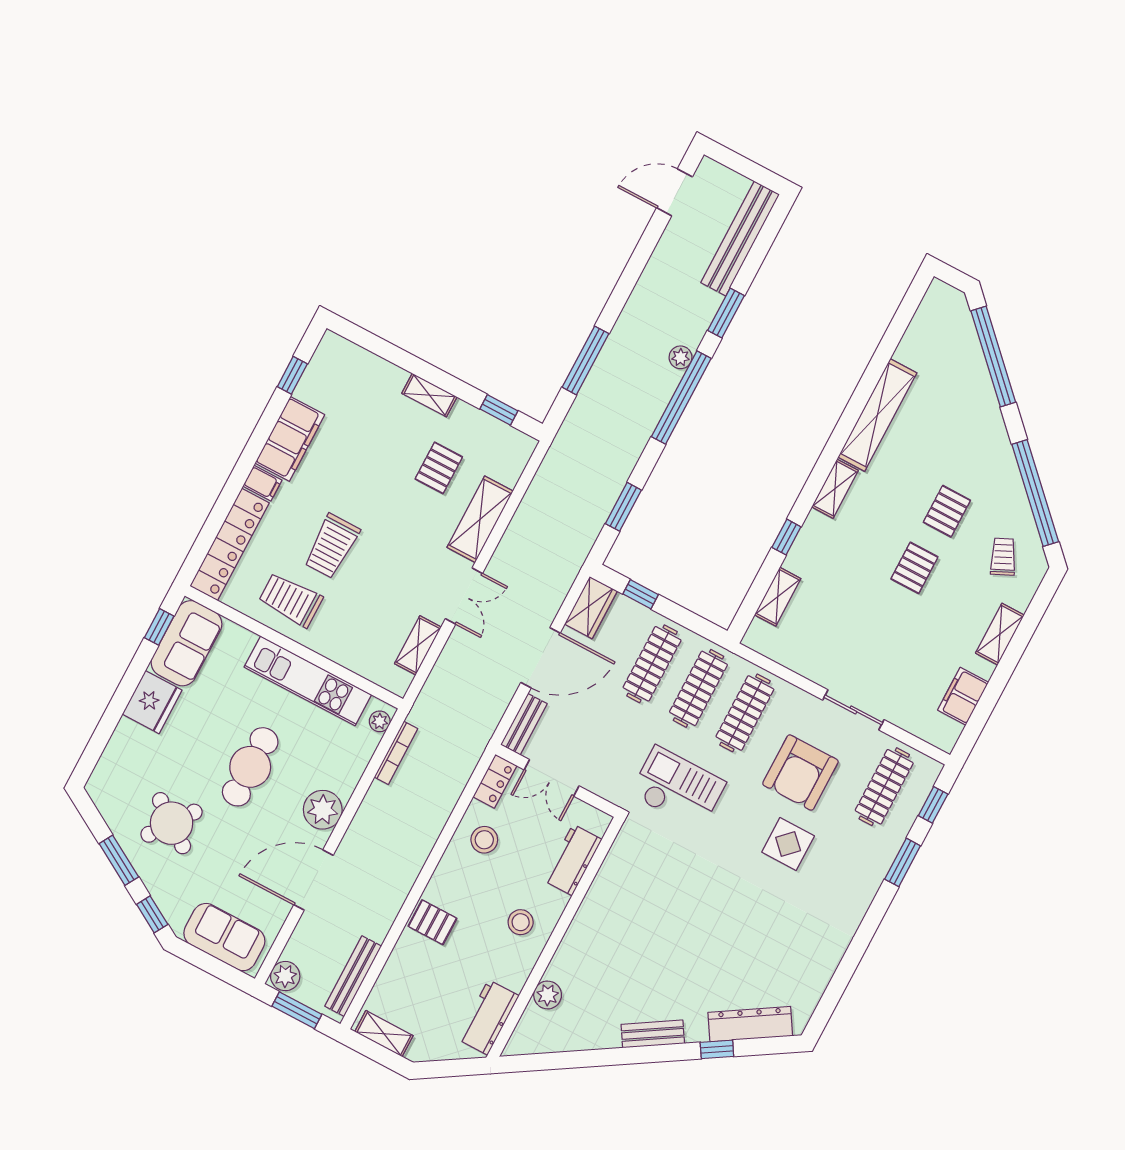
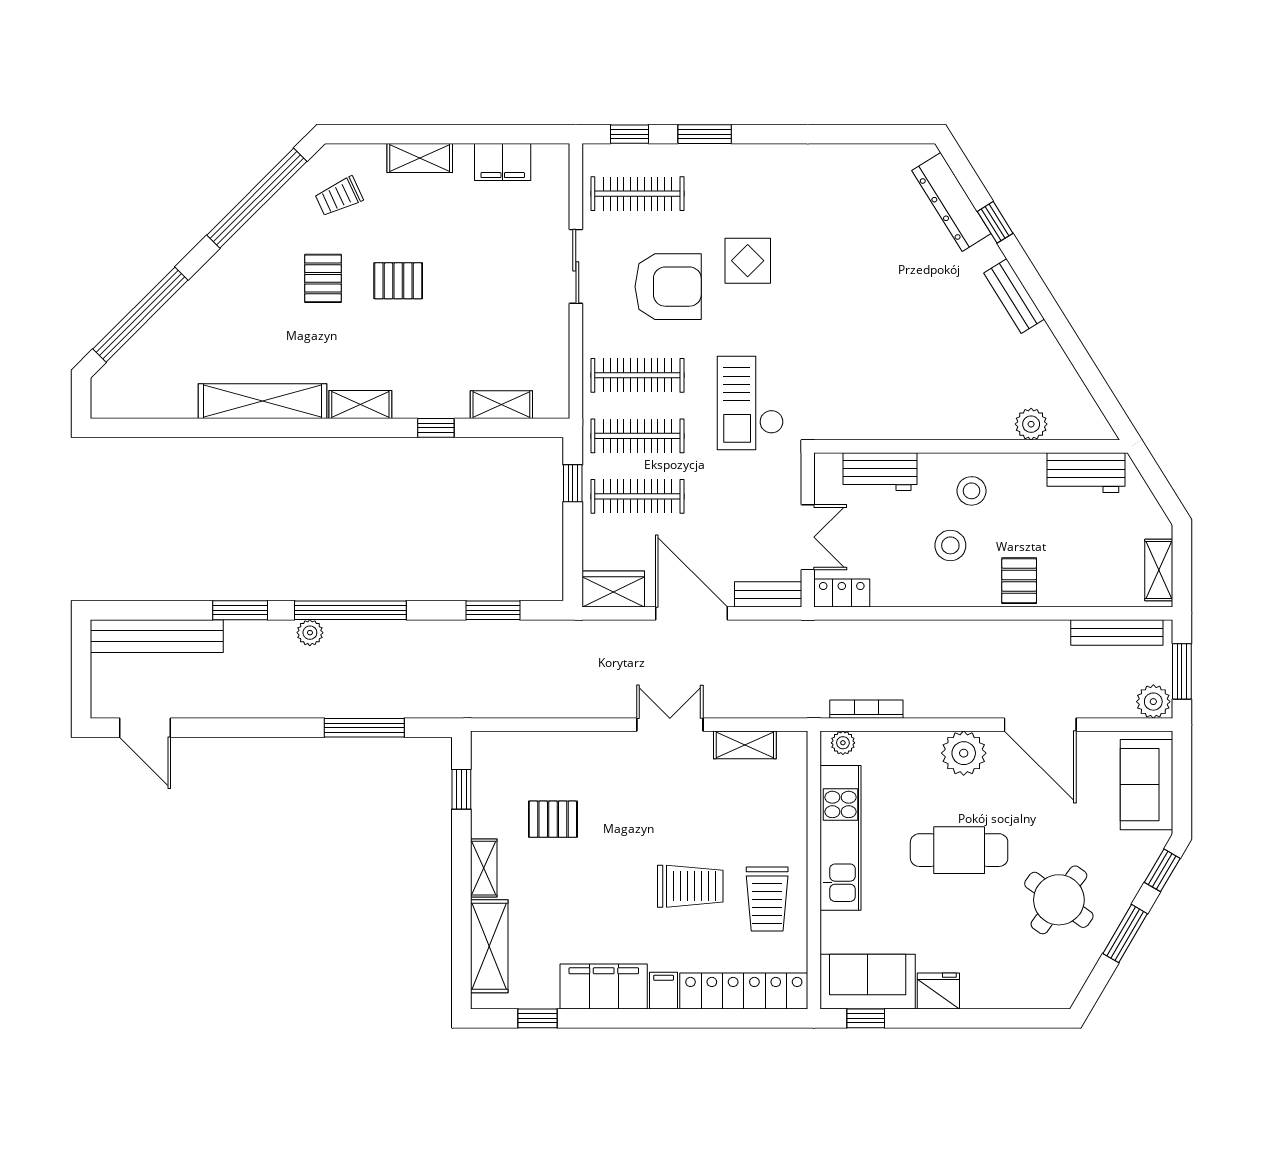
pallet: (947, 511) -> (323, 278), turned 90
shelving: (480, 519) -> (489, 946), moved, turned 90
window: (641, 594) -> (573, 483), moved
fridge: (152, 702) -> (938, 991), width x0.73, depth x0.75
stool: (484, 840) -> (950, 545), moved

